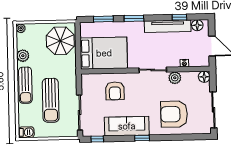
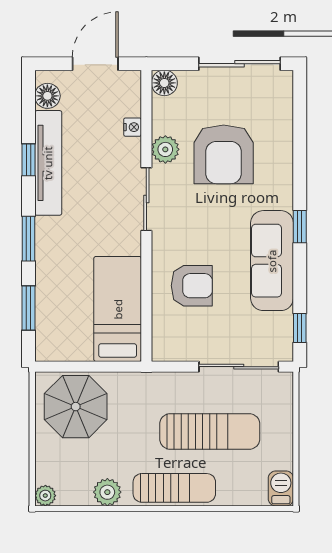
window: (179, 17) -> (28, 160), moved
bed: (104, 53) -> (118, 309), width x0.67
armchair: (174, 114) -> (224, 154), moved

